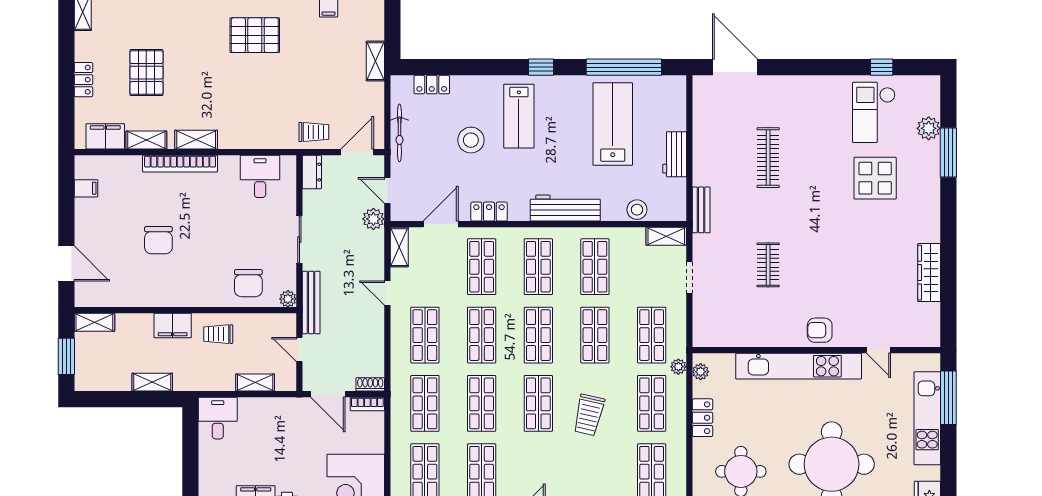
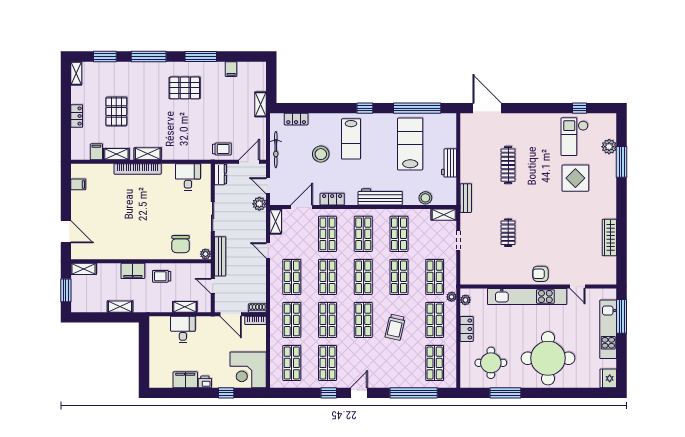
filing cabinet: (105, 136) -> (96, 152), width x0.50
chair: (158, 240) -> (124, 217), removed
desk: (218, 418) -> (183, 329), moved

